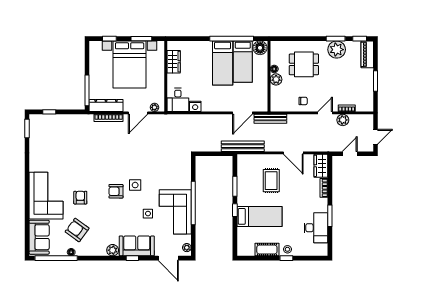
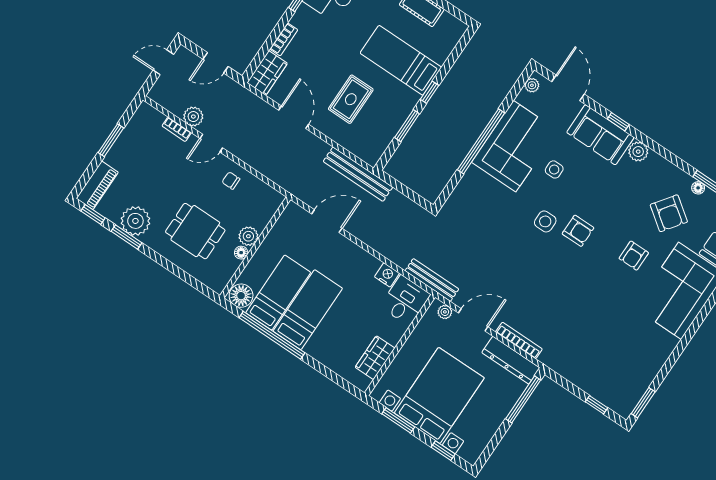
bench: (270, 119) -> (432, 280), moved

